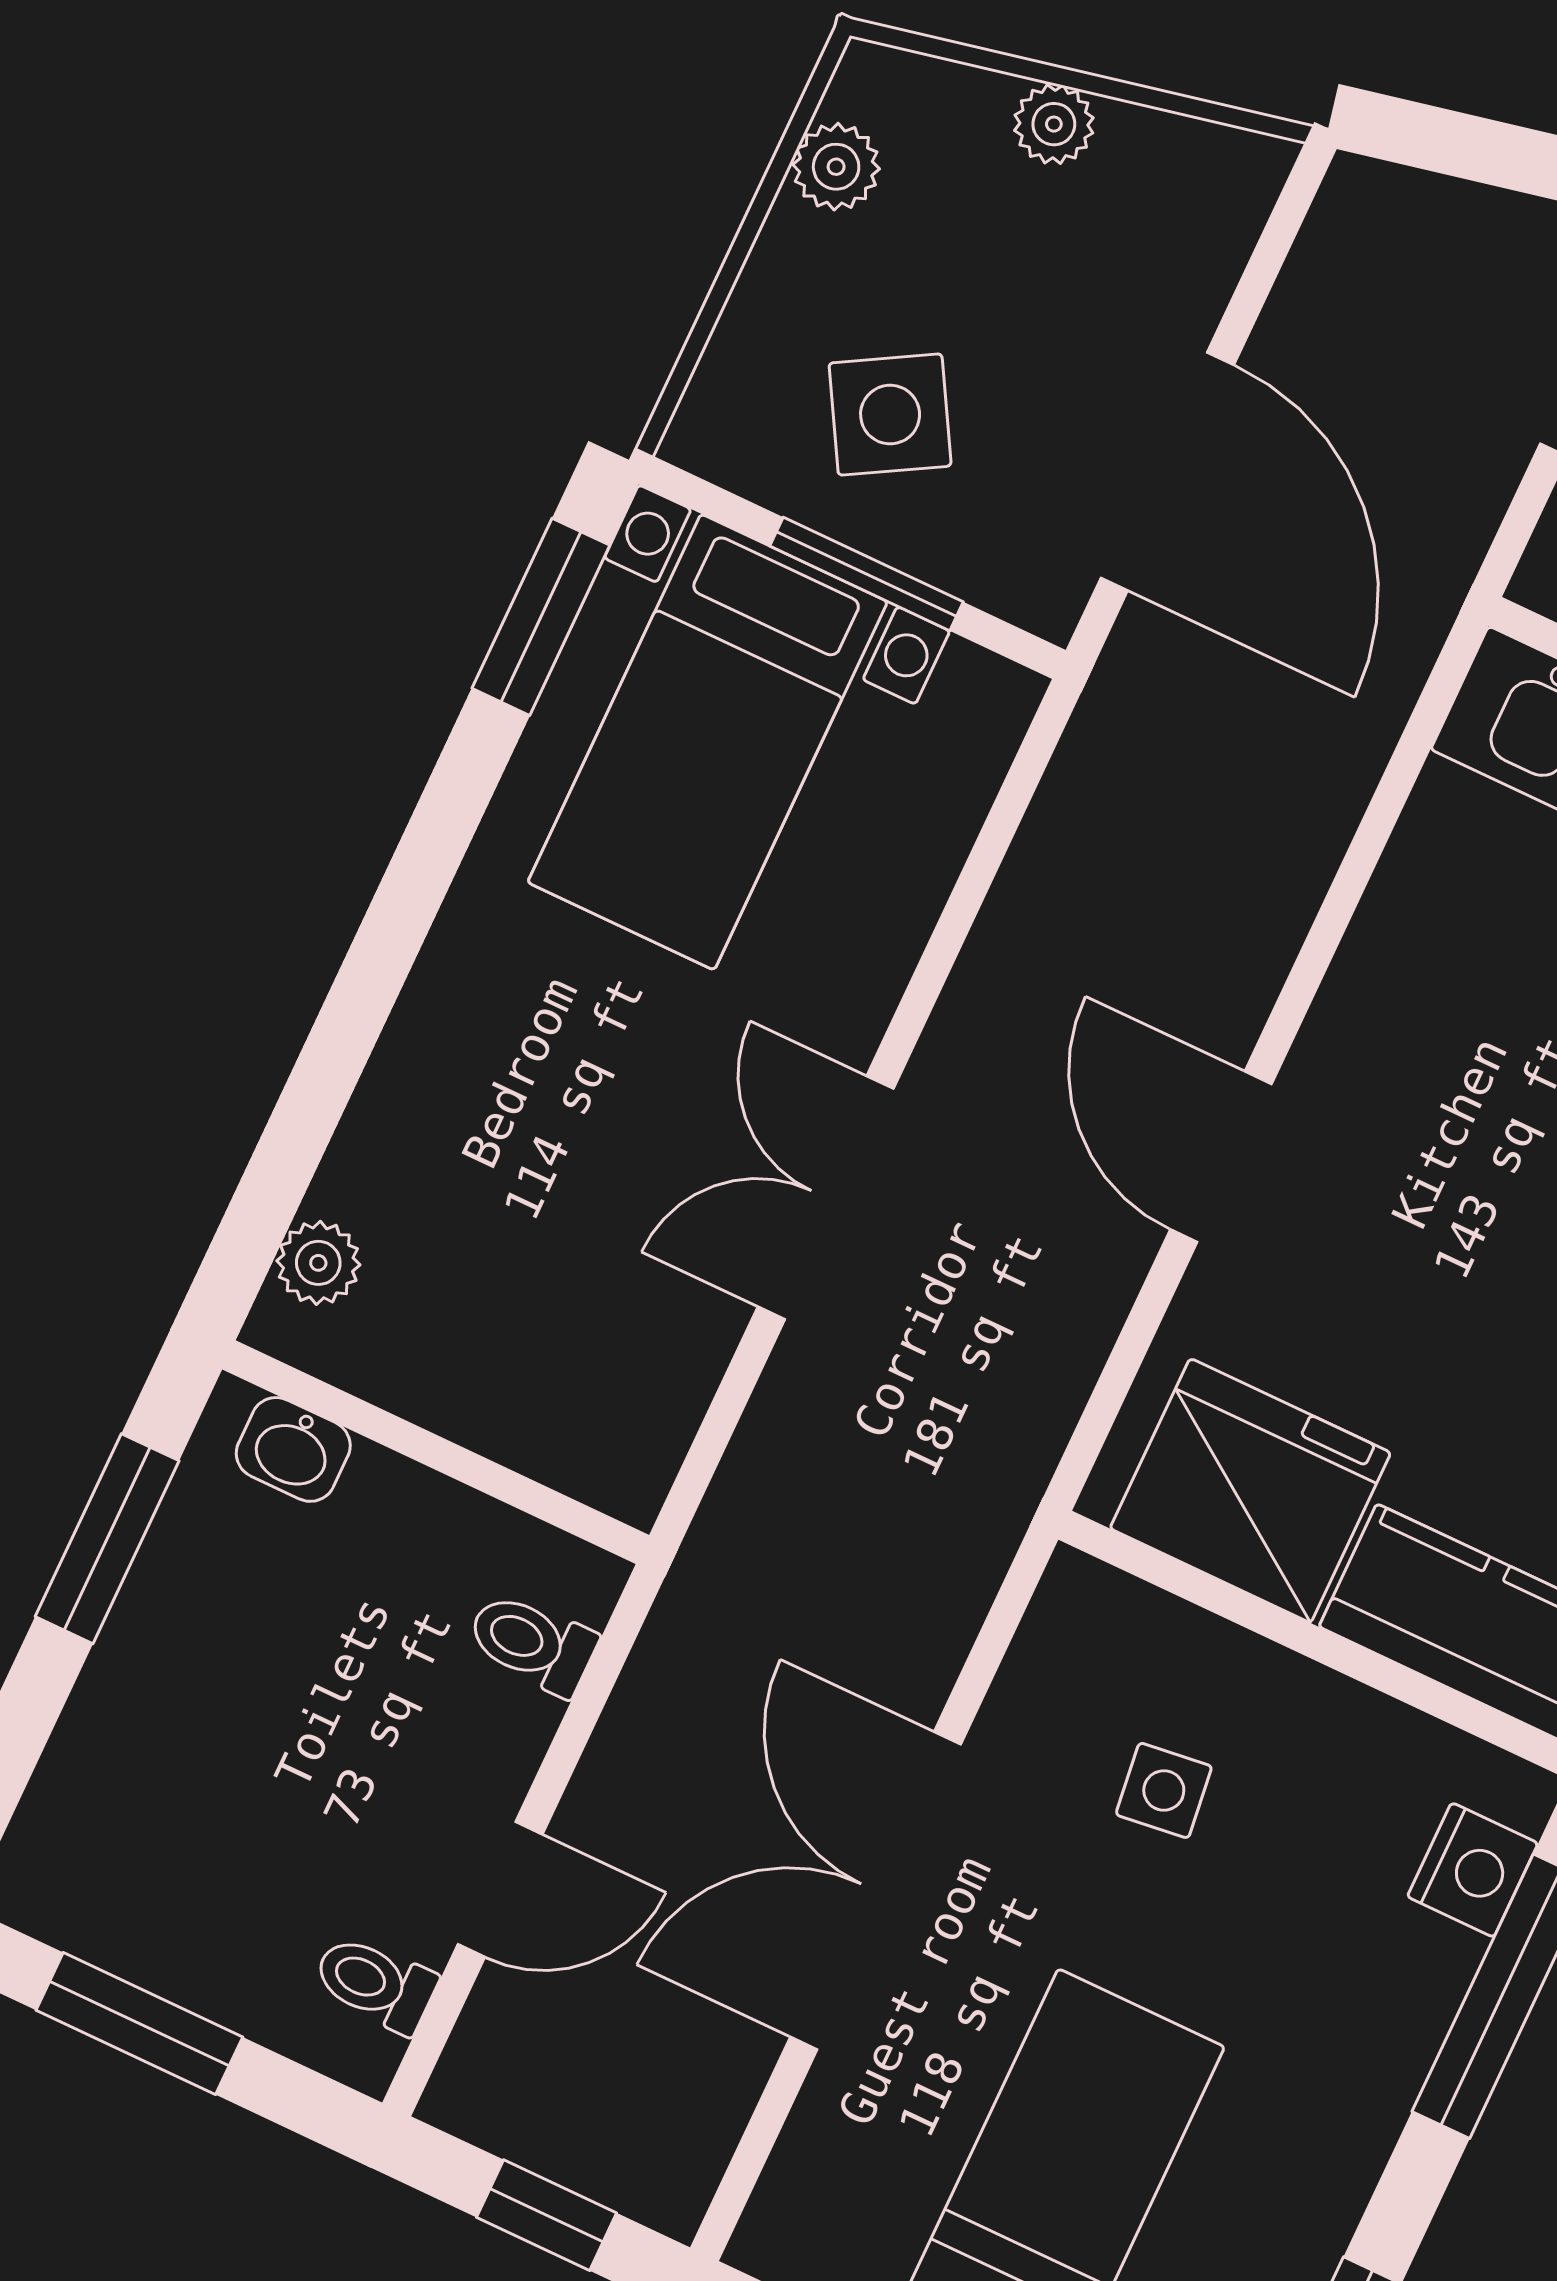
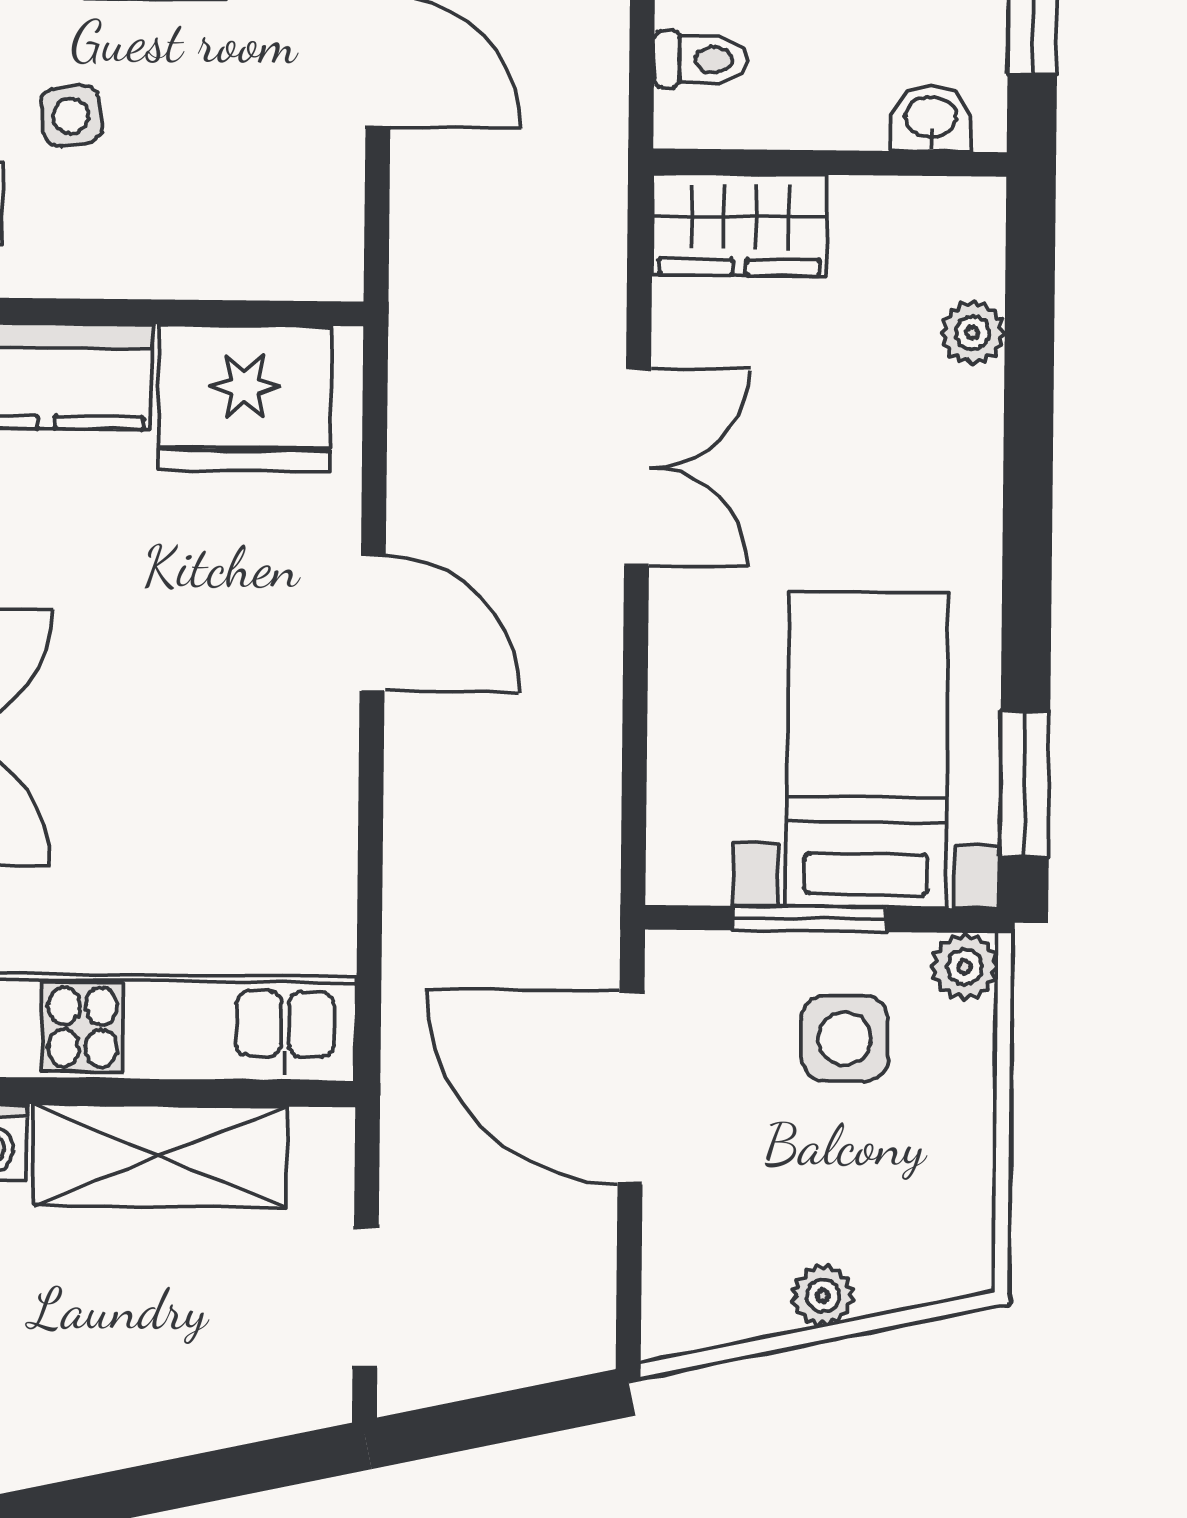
plant: (836, 167) -> (965, 967), moved
side table: (890, 415) -> (844, 1039), turned 30
plant: (318, 1263) -> (973, 333), moved
wardrobe: (575, 1428) -> (740, 225), added
side table: (1164, 1790) -> (71, 116), moved

